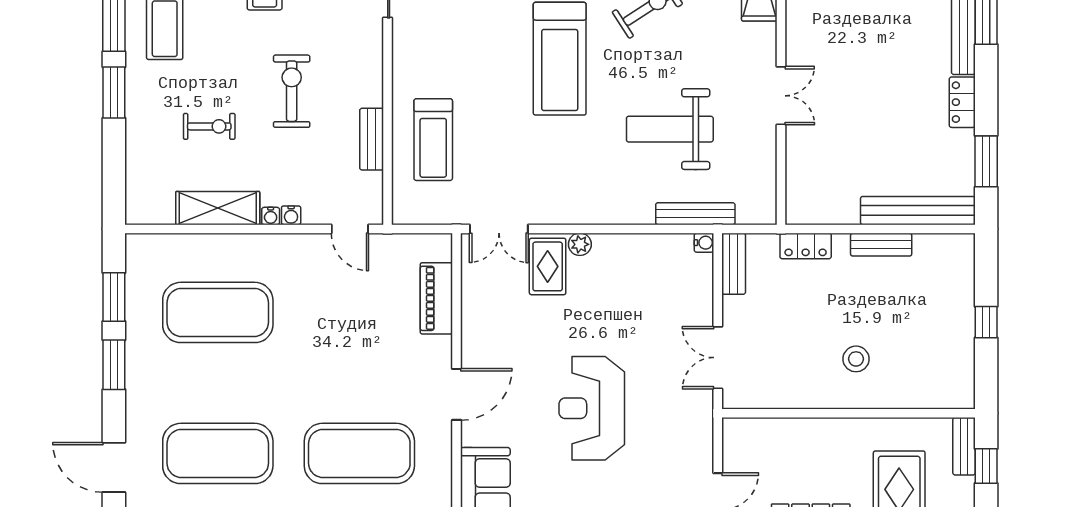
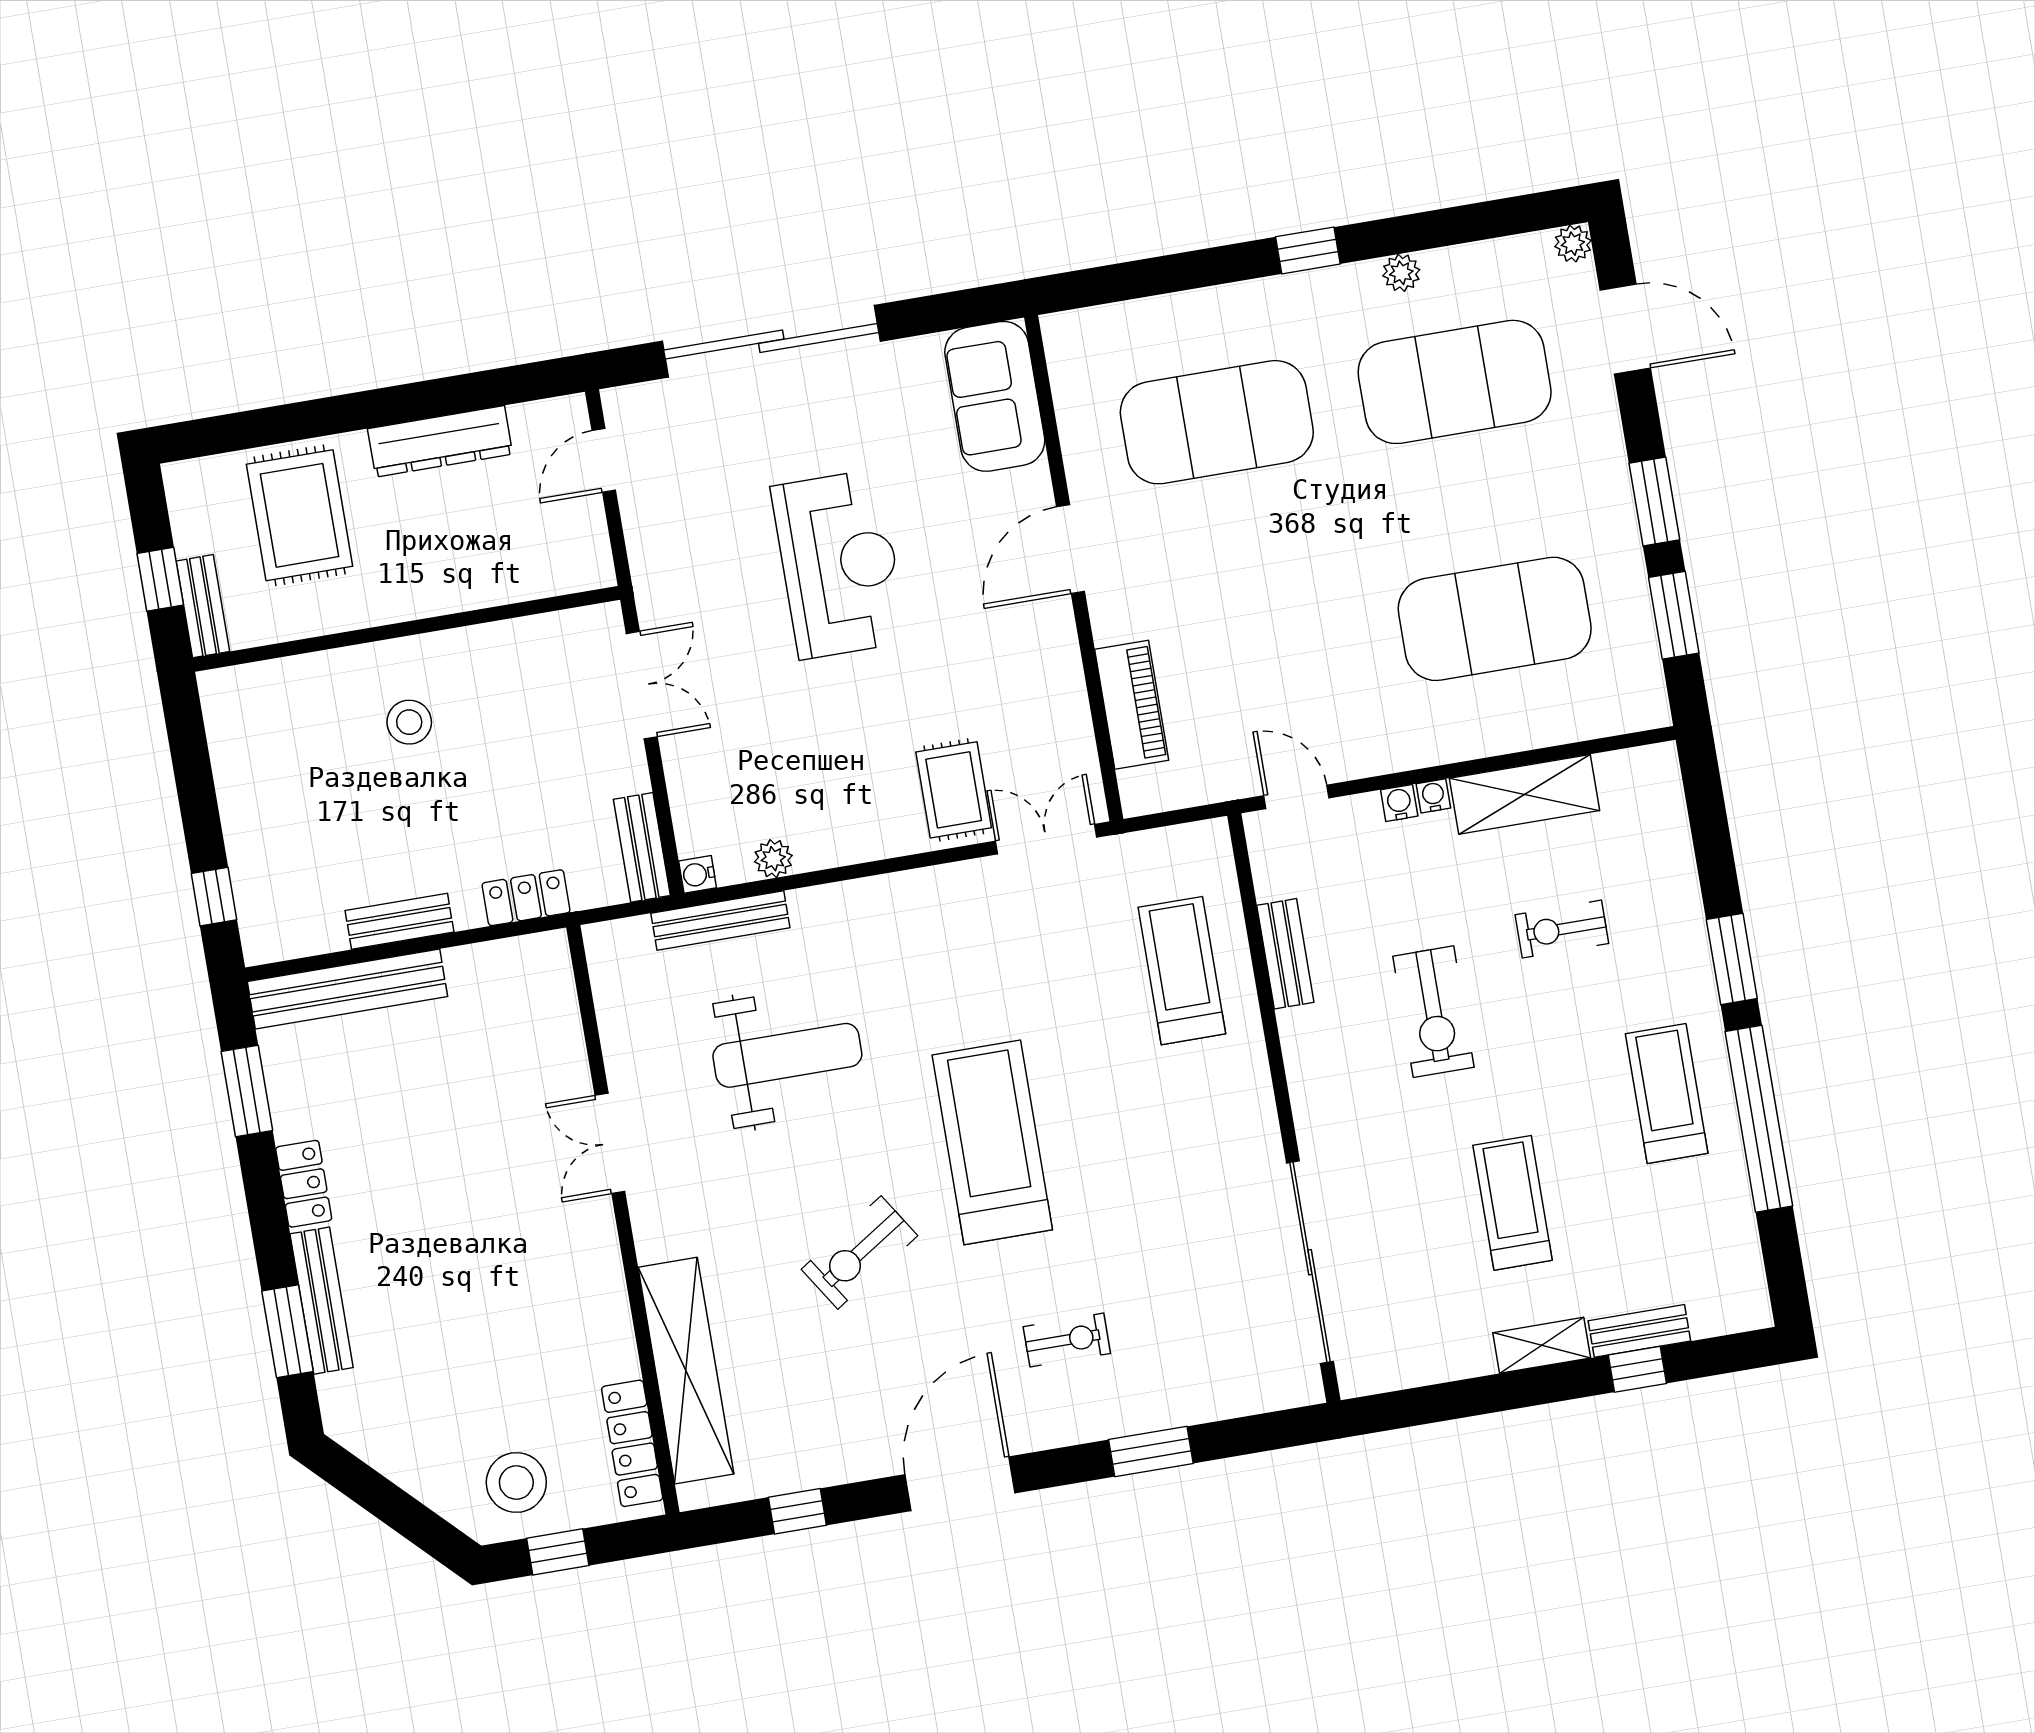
plant: (580, 244) -> (773, 859), moved
window: (986, 322) -> (214, 897), moved

